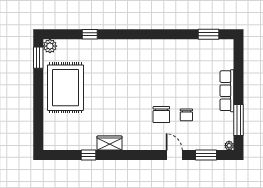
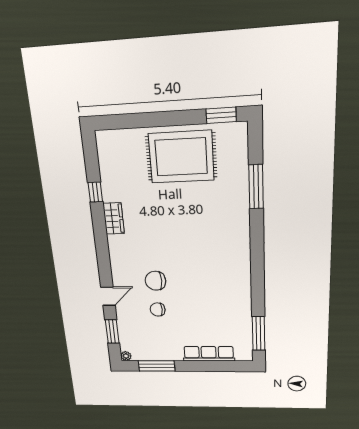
window: (90, 34) -> (256, 187), width x2.17
window: (208, 34) -> (259, 334), width x1.44
plant: (50, 46) -> (238, 132), removed
row of seats: (227, 91) -> (209, 354), moved

